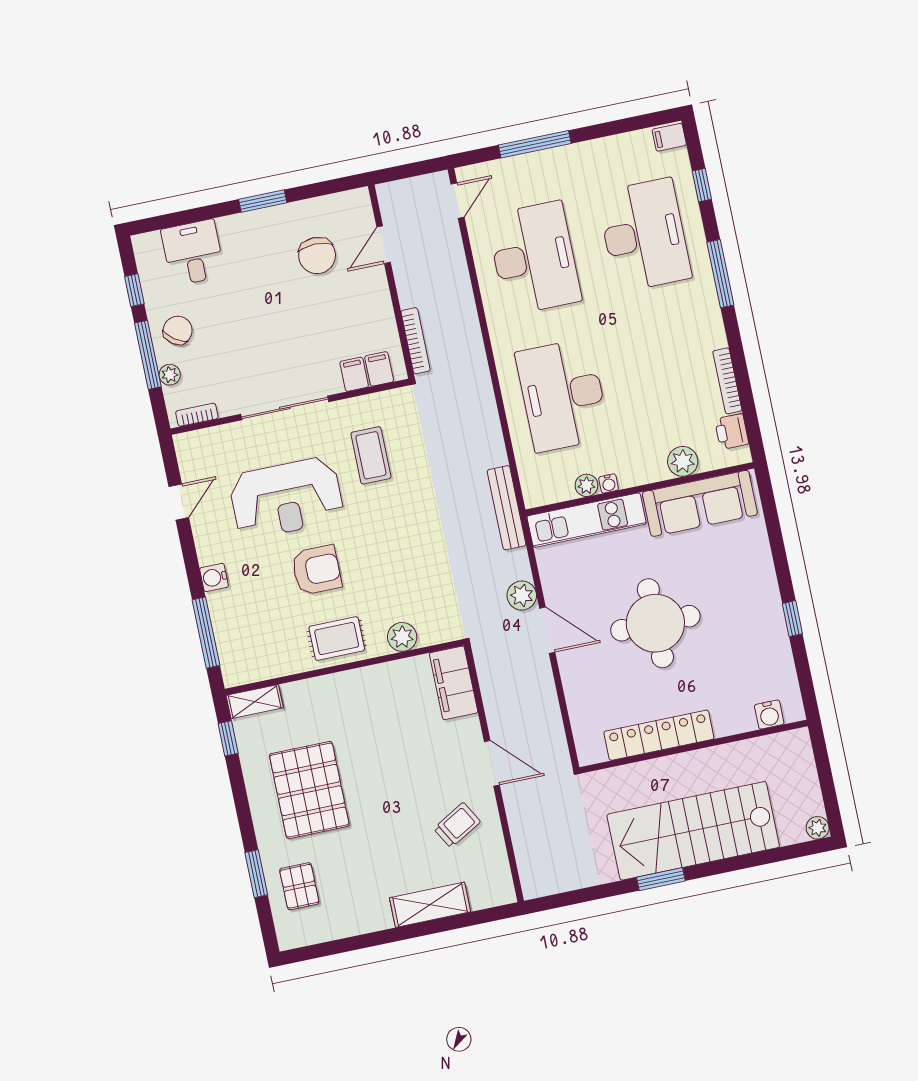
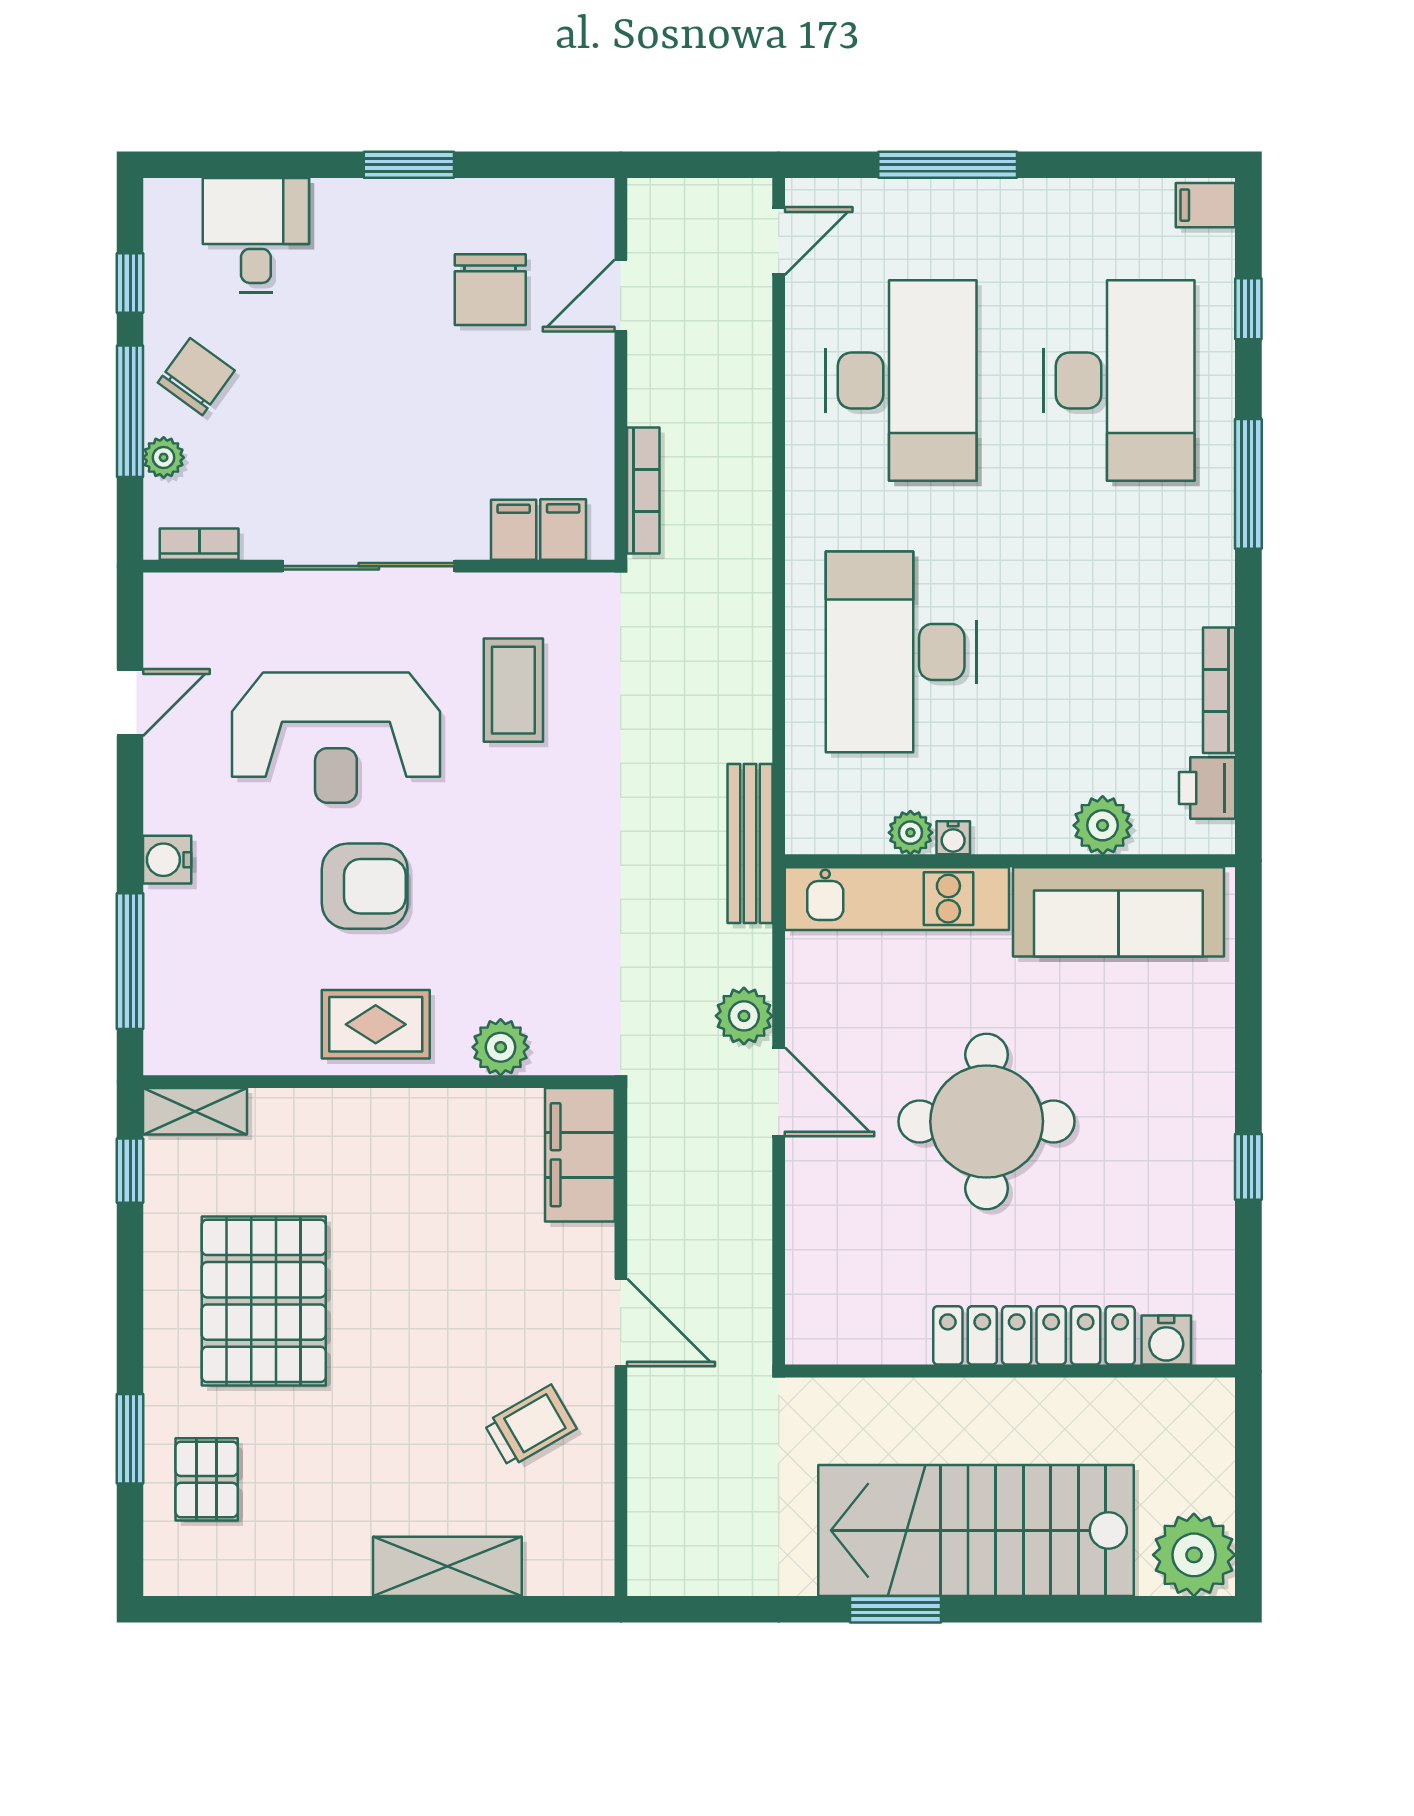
locker: (659, 735) -> (1034, 1335), moved
plant: (818, 828) -> (1194, 1555), width x1.87, depth x1.87

